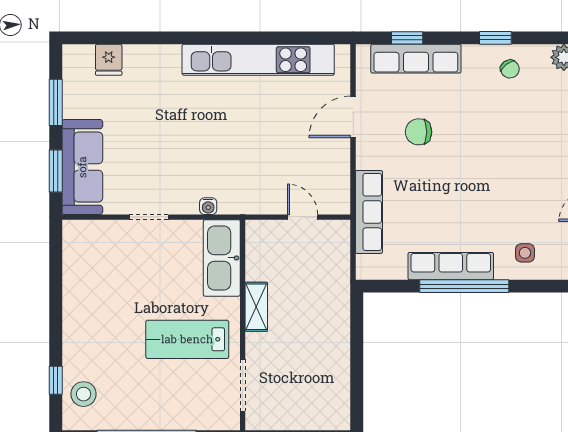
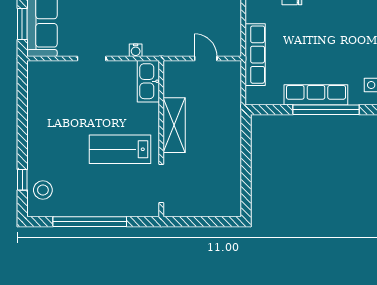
kitchen sink: (222, 258) -> (148, 81), width x0.73, depth x0.81
shelving: (256, 307) -> (174, 125), width x1.50, depth x1.33

